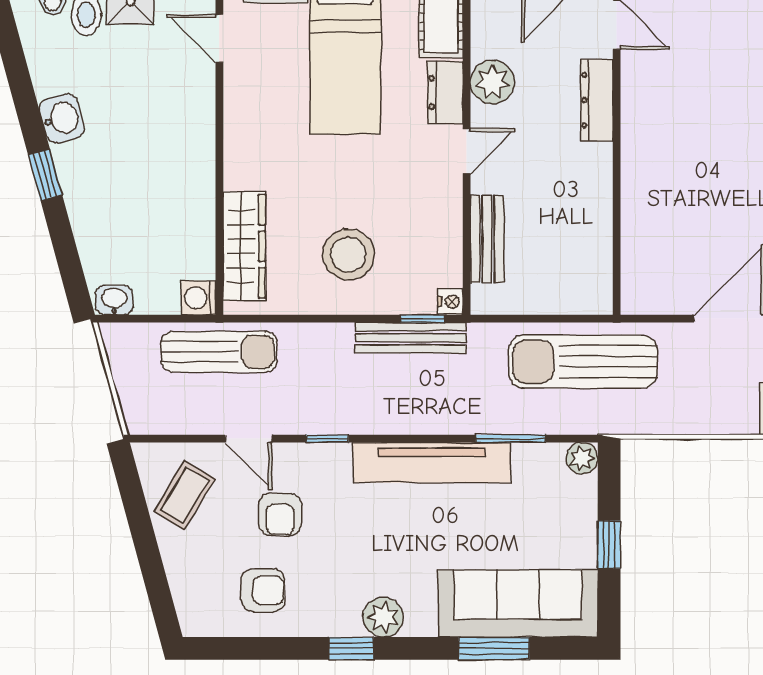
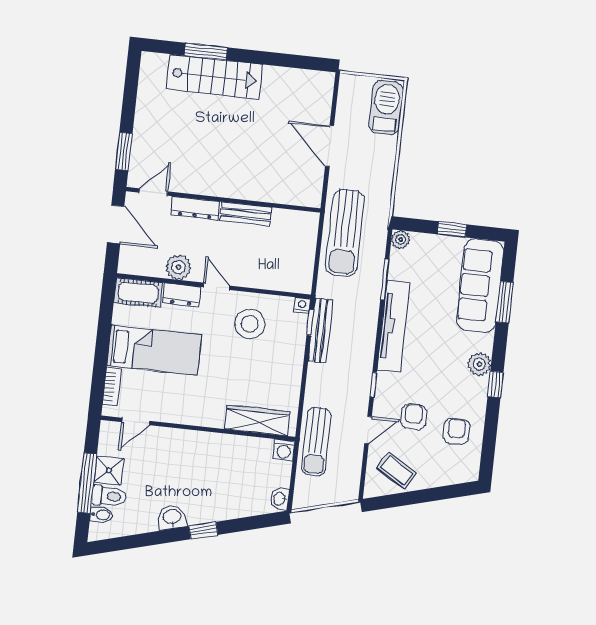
bench: (487, 239) -> (246, 214), moved
stool: (348, 254) -> (250, 324), moved
sun lounger: (219, 352) -> (316, 442), turned 180
armchair: (280, 514) -> (414, 417), turned -90

